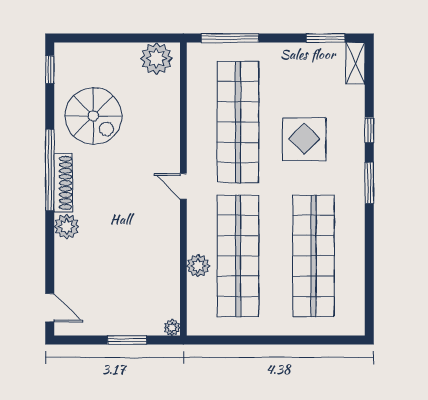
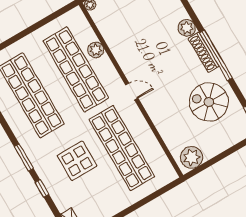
window: (230, 38) -> (155, 195), removed

